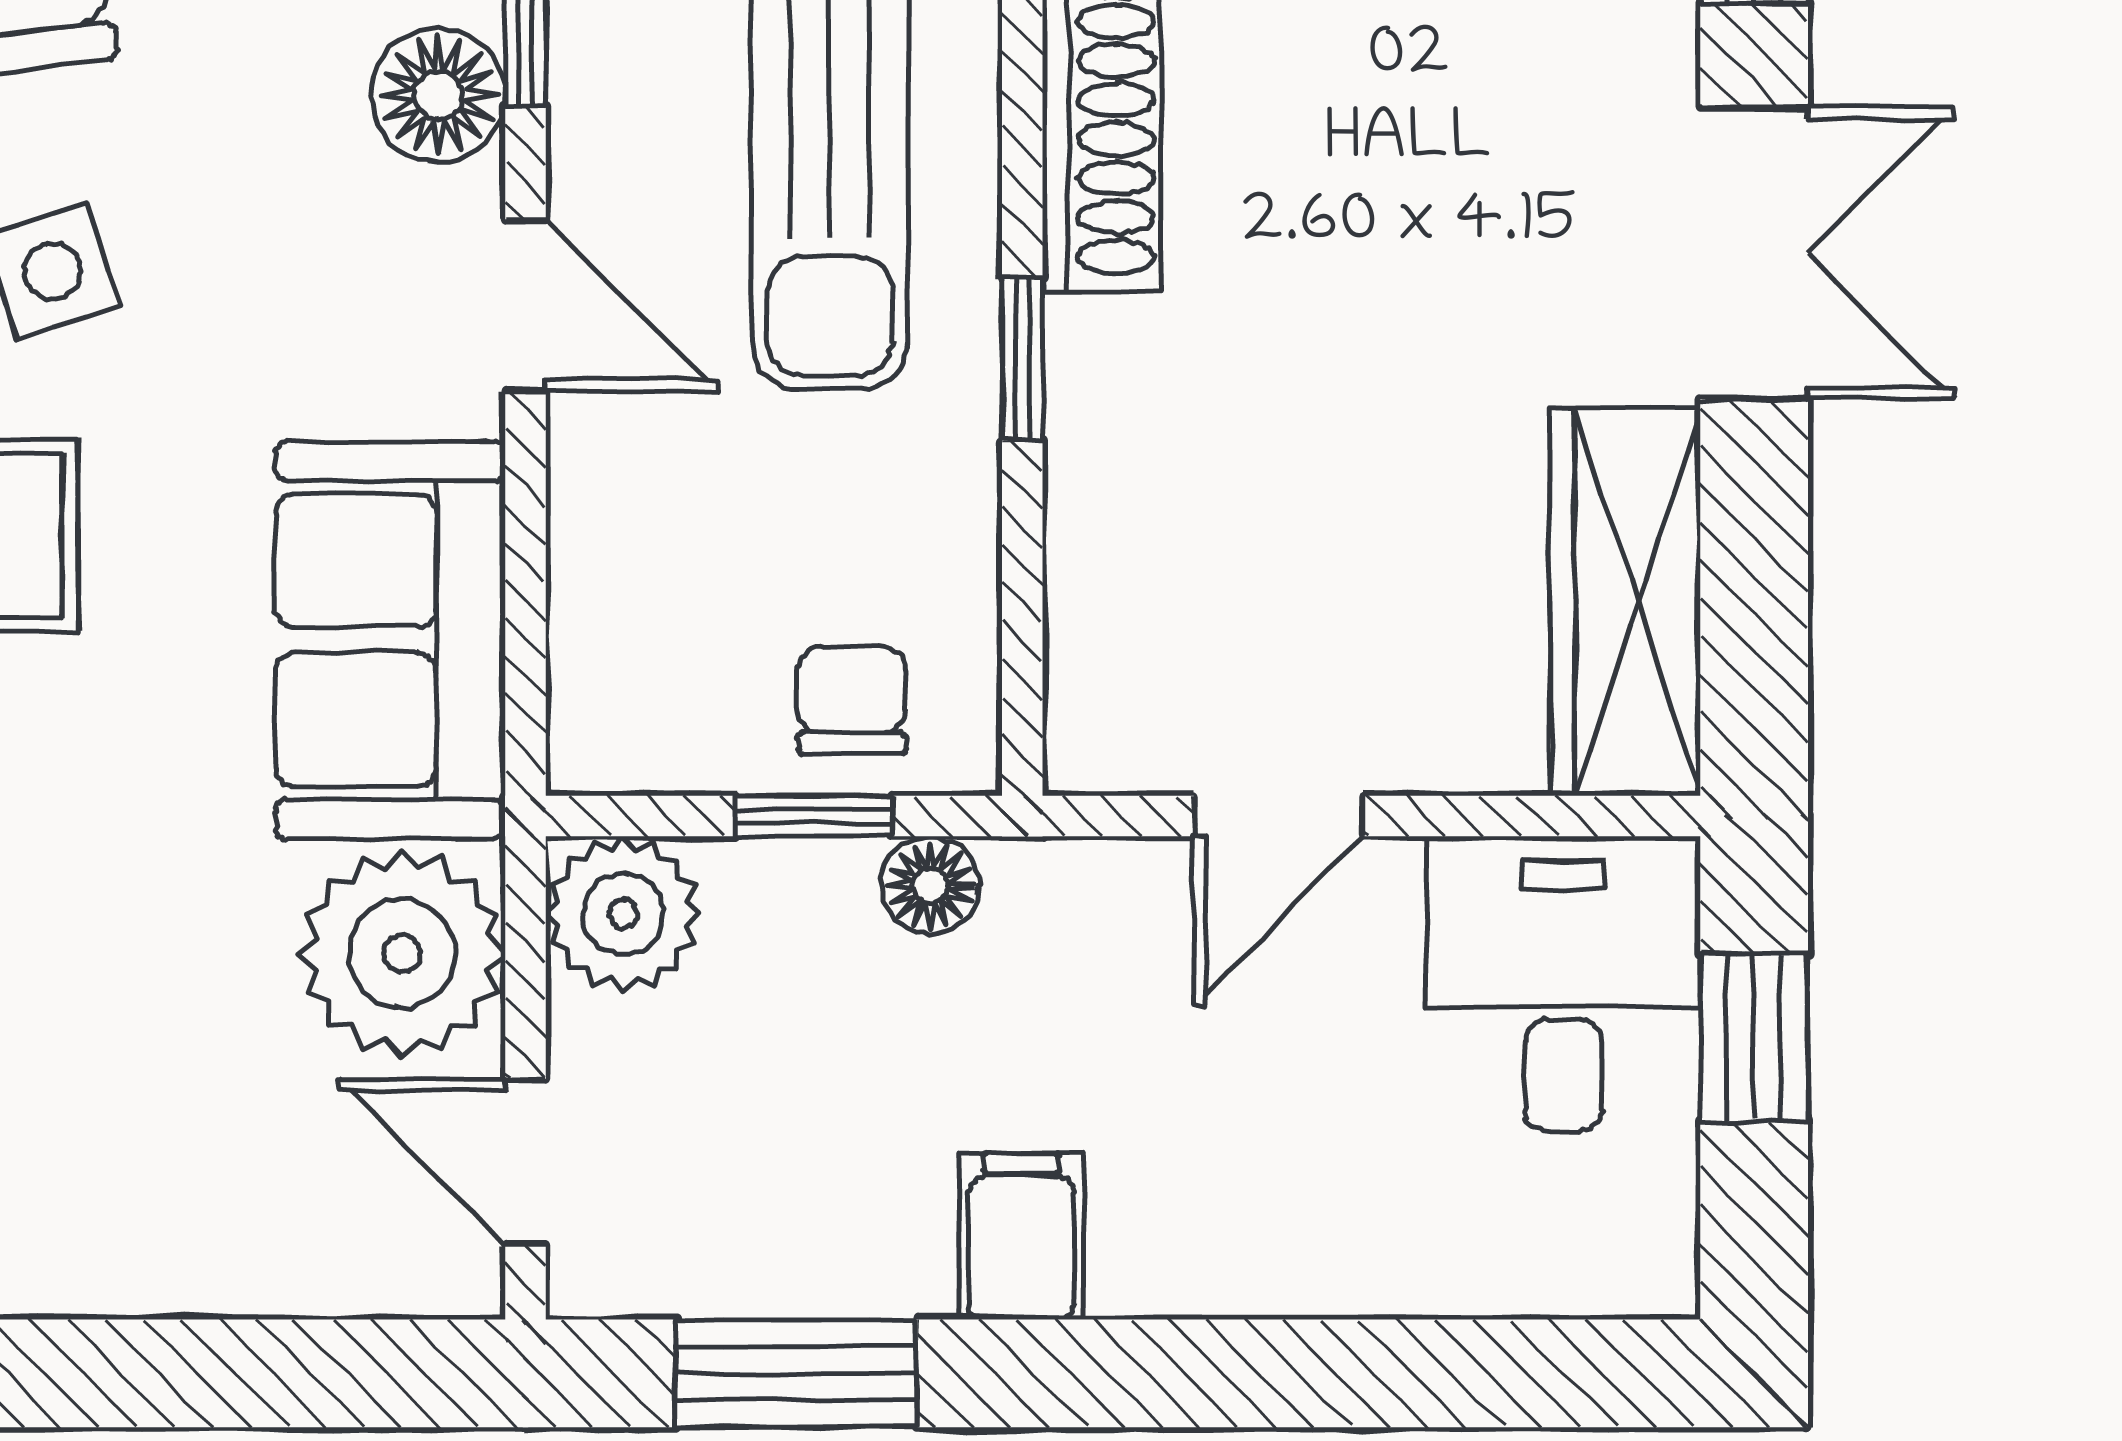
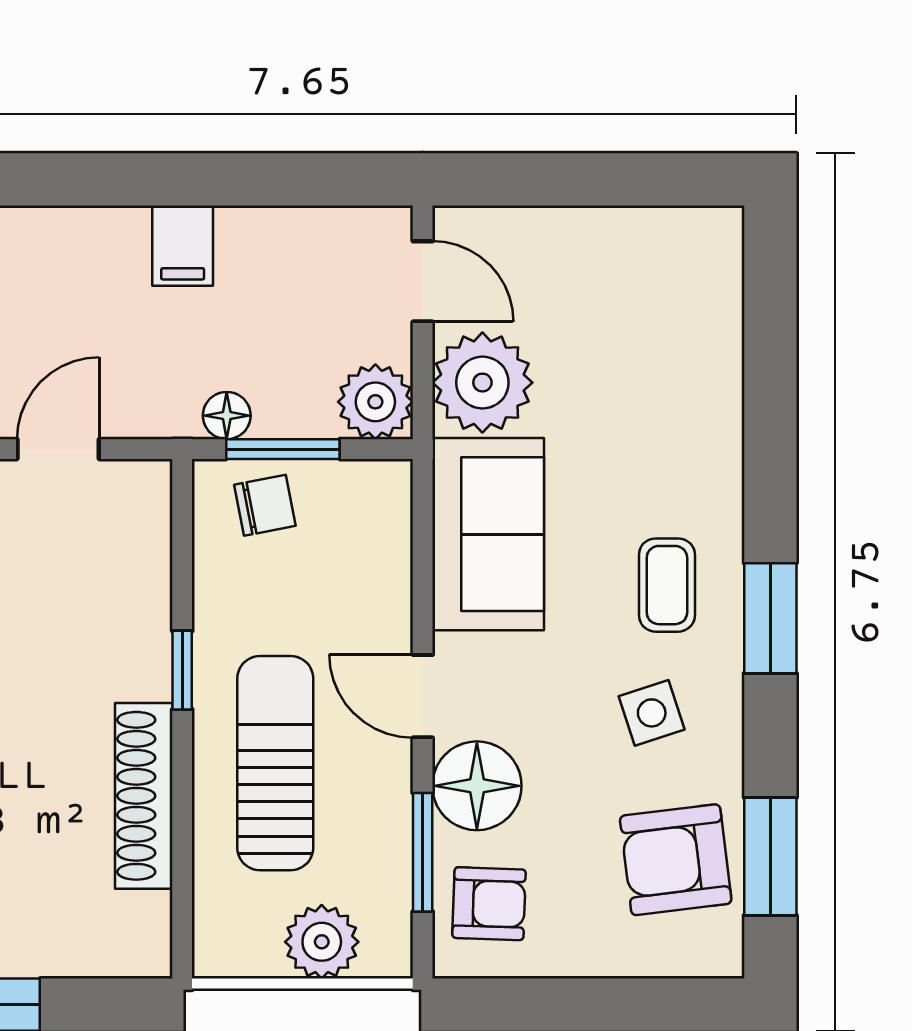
floor lamp: (438, 95) -> (477, 786), width x1.38, depth x1.38
chair: (851, 700) -> (265, 505), turned -101
window: (814, 816) -> (283, 449), width x1.50
window: (796, 1373) -> (292, 179), removed

